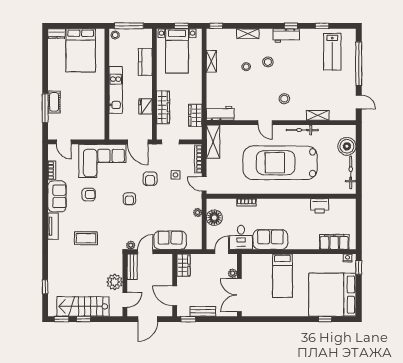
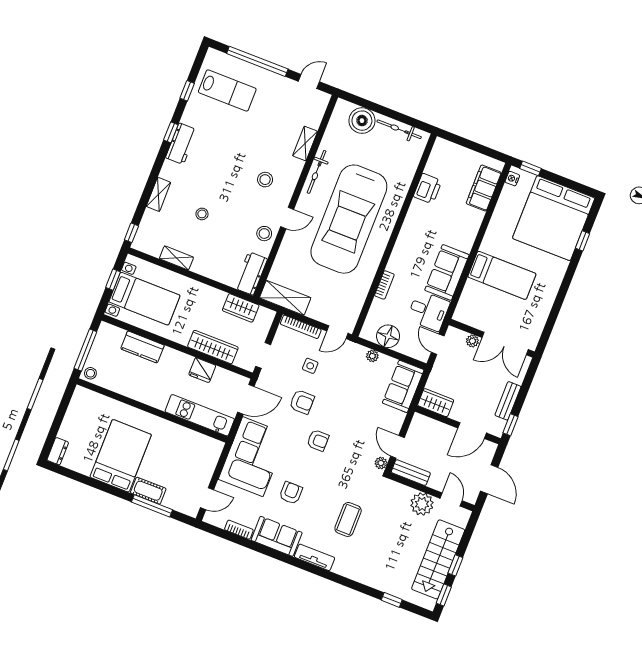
bed: (81, 50) -> (121, 456), moved, turned -90
stool: (268, 62) -> (264, 234), moved
kitchen unit: (116, 90) -> (200, 415), moved
sofa: (170, 240) -> (403, 386), moved

